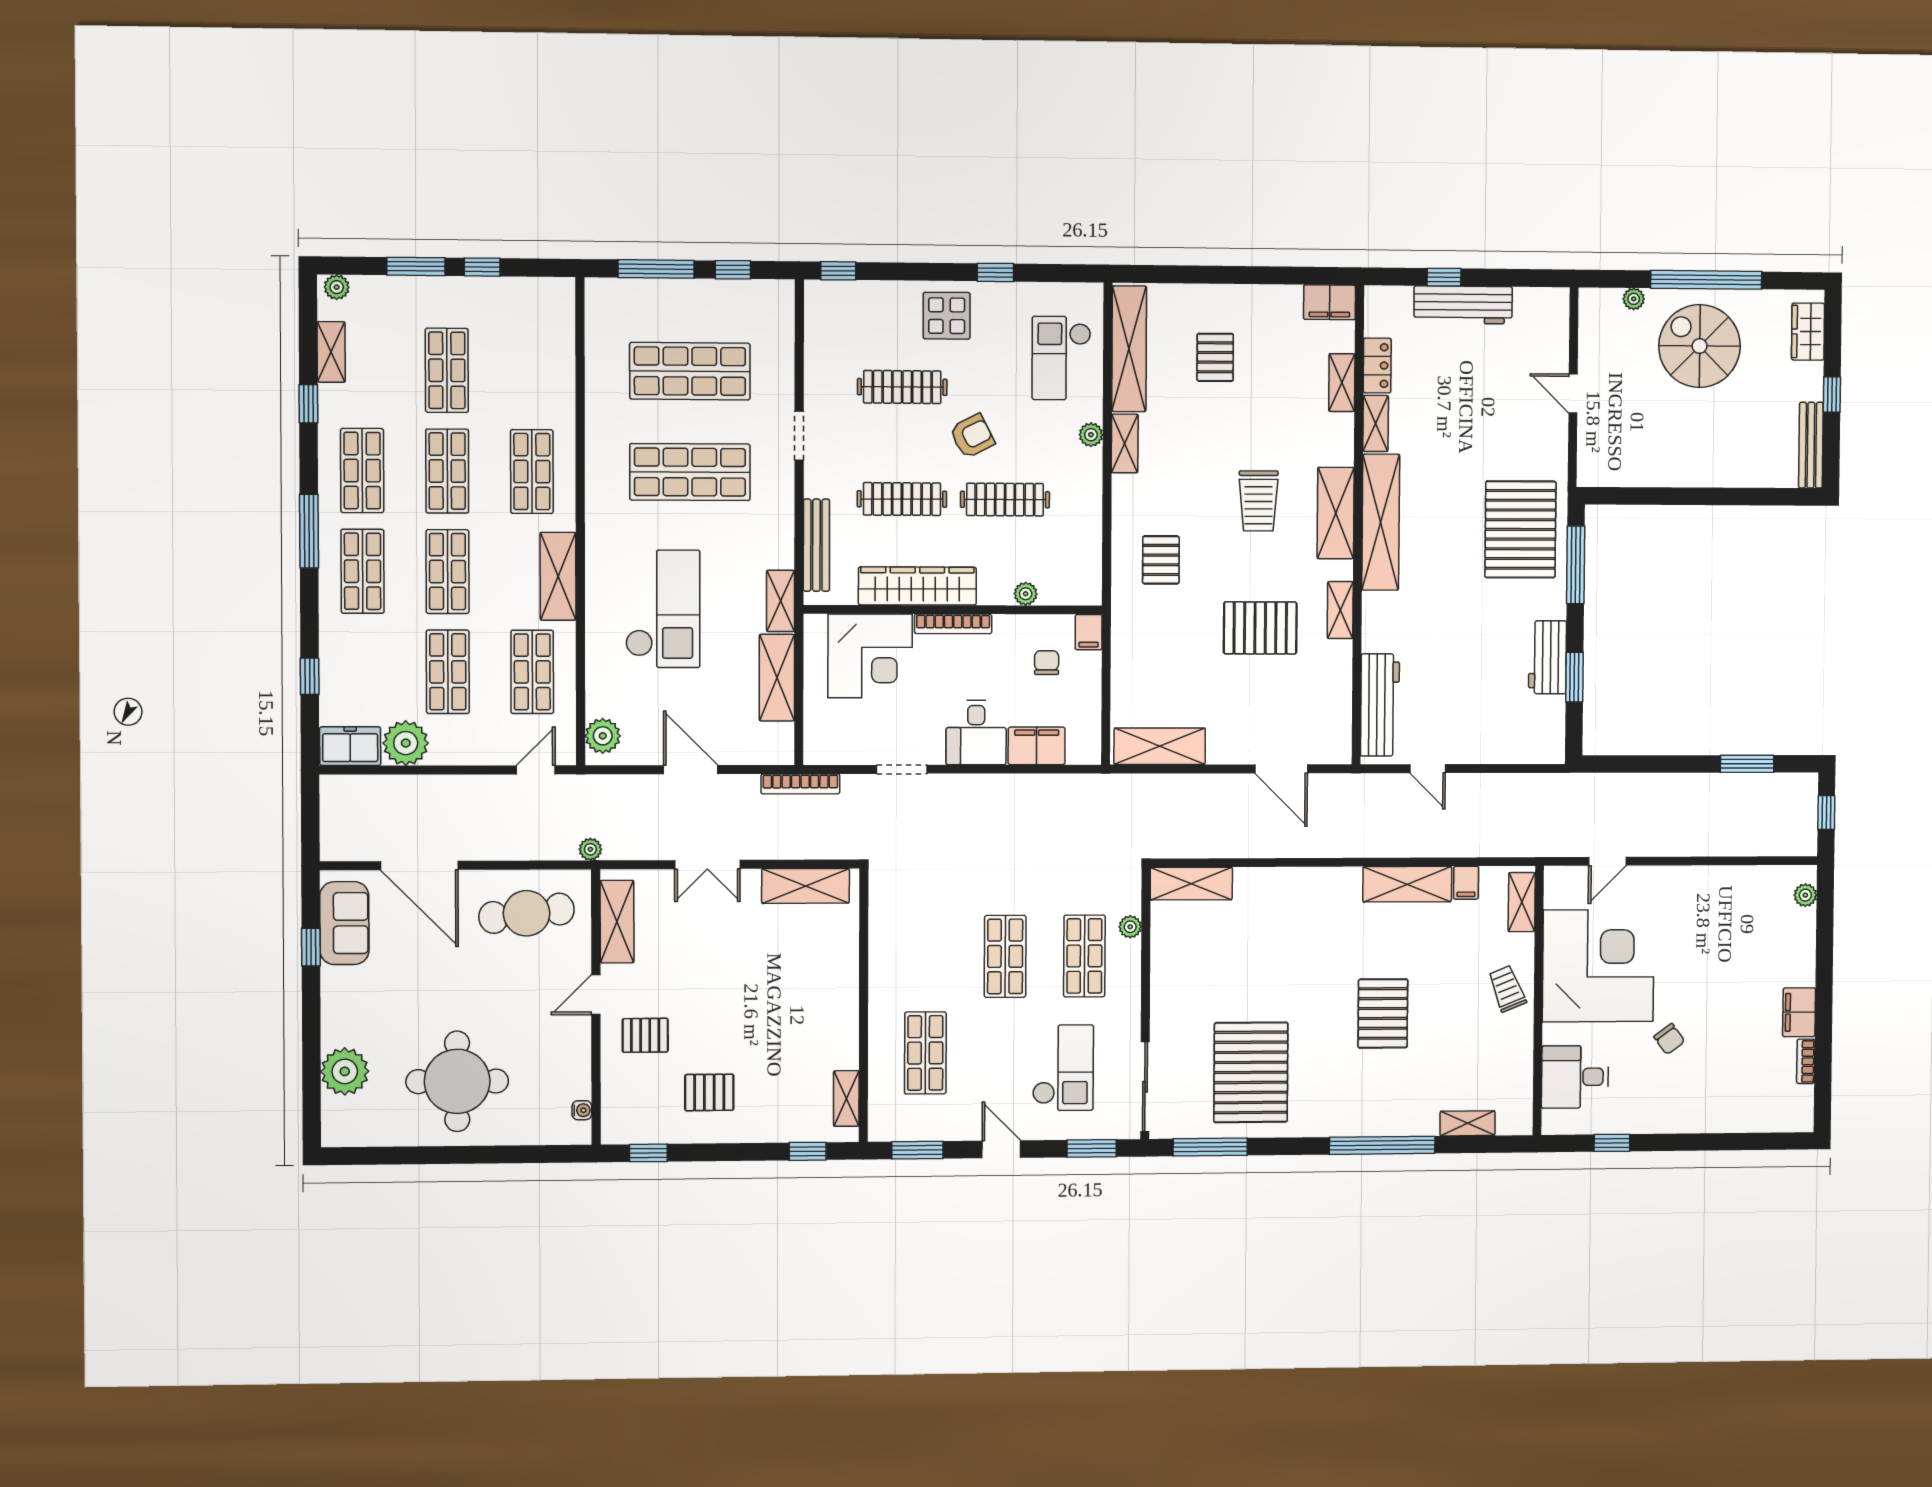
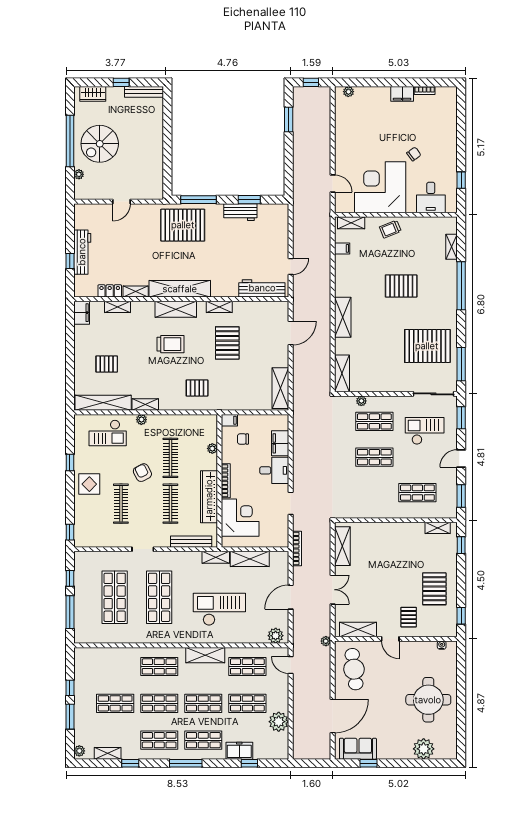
freezer: (350, 746) -> (239, 751), moved, turned 90
shelving: (1407, 884) -> (343, 317), moved
pallet: (709, 1092) -> (434, 589), width x1.50, depth x1.42

